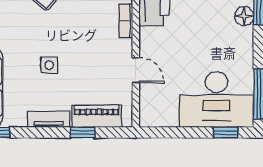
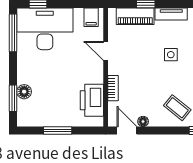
filing cabinet: (155, 115) -> (91, 17), added

